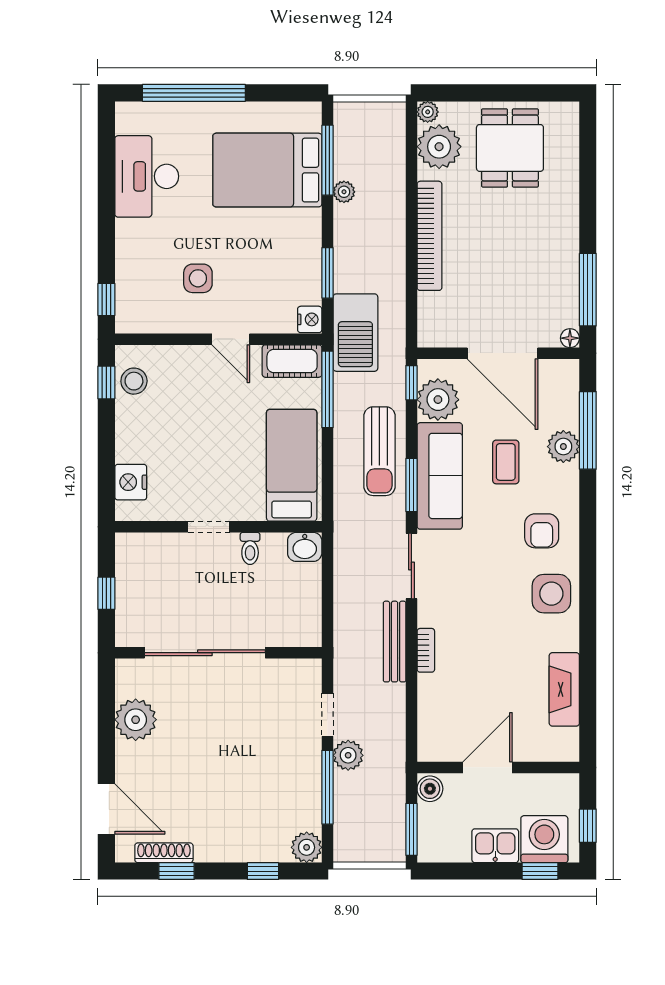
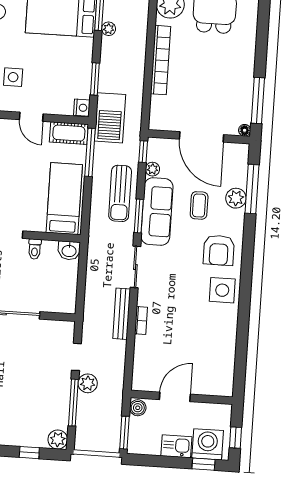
plant: (438, 400) -> (152, 169), width x0.53, depth x0.53
armchair: (542, 531) -> (219, 250), width x1.38, depth x1.38
fireplace: (564, 689) -> (226, 351), removed

